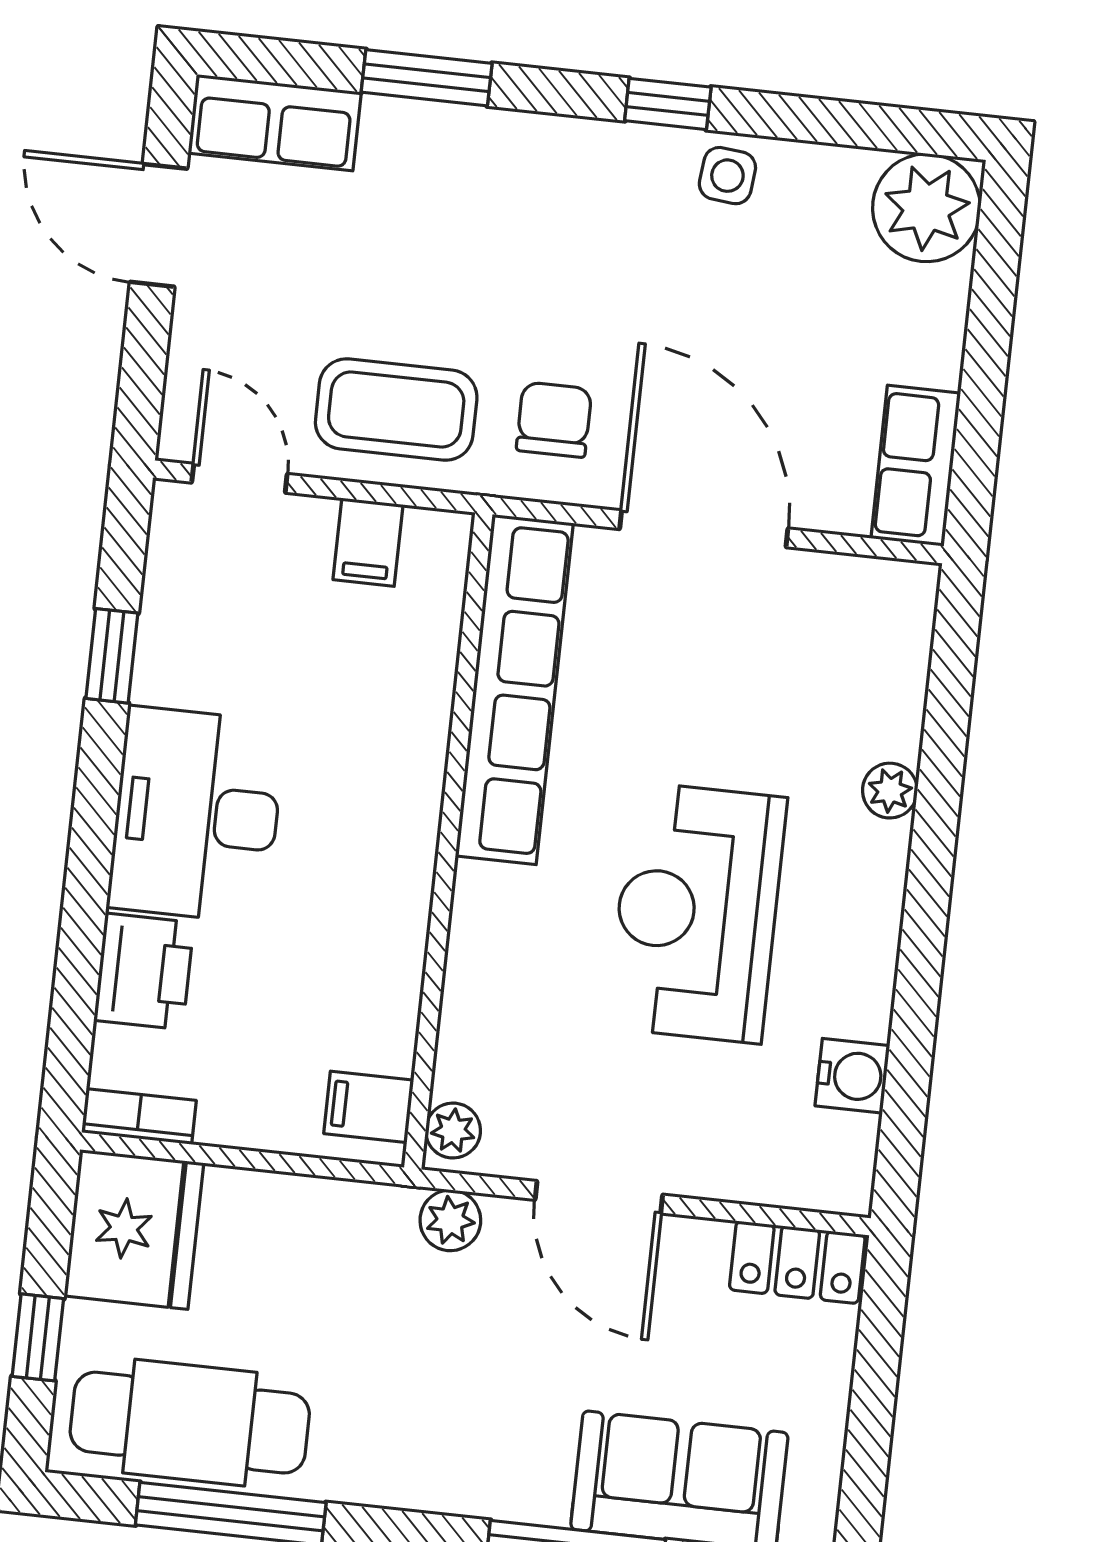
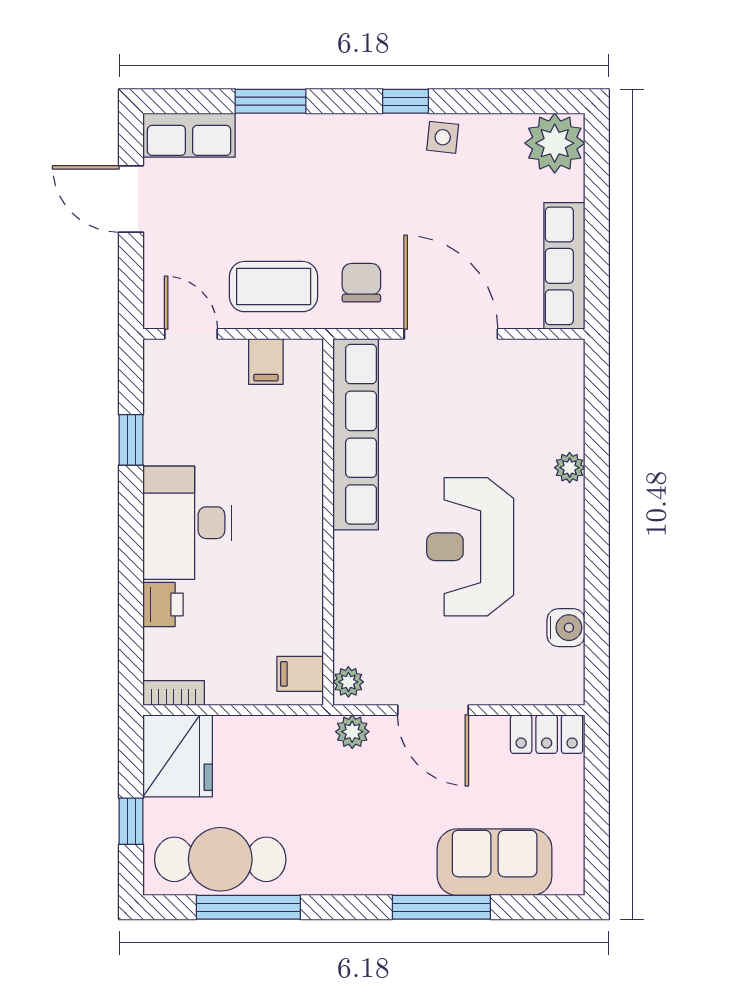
row of seats: (916, 466) -> (564, 266), width x1.48
printer: (144, 971) -> (163, 604), width x0.73, depth x0.81

